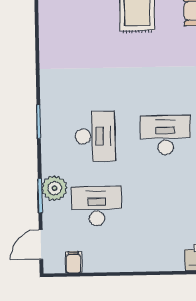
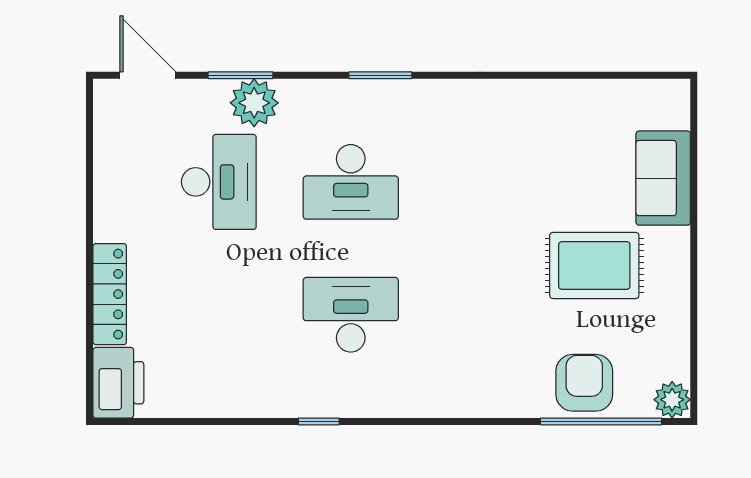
desk: (165, 135) -> (351, 315), turned -90
filing cabinet: (73, 262) -> (113, 136), removed
locker: (157, 263) -> (110, 294), added

